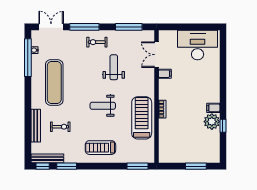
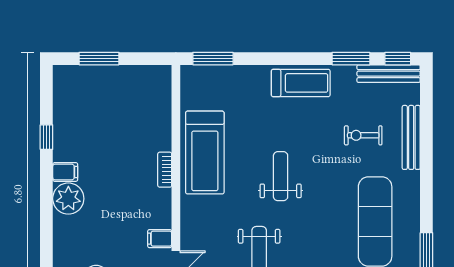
weight bench: (103, 106) -> (281, 176), turned -90
plant: (212, 122) -> (68, 199), moved
treadmill: (100, 148) -> (301, 83), moved

